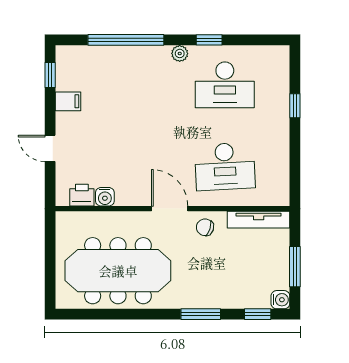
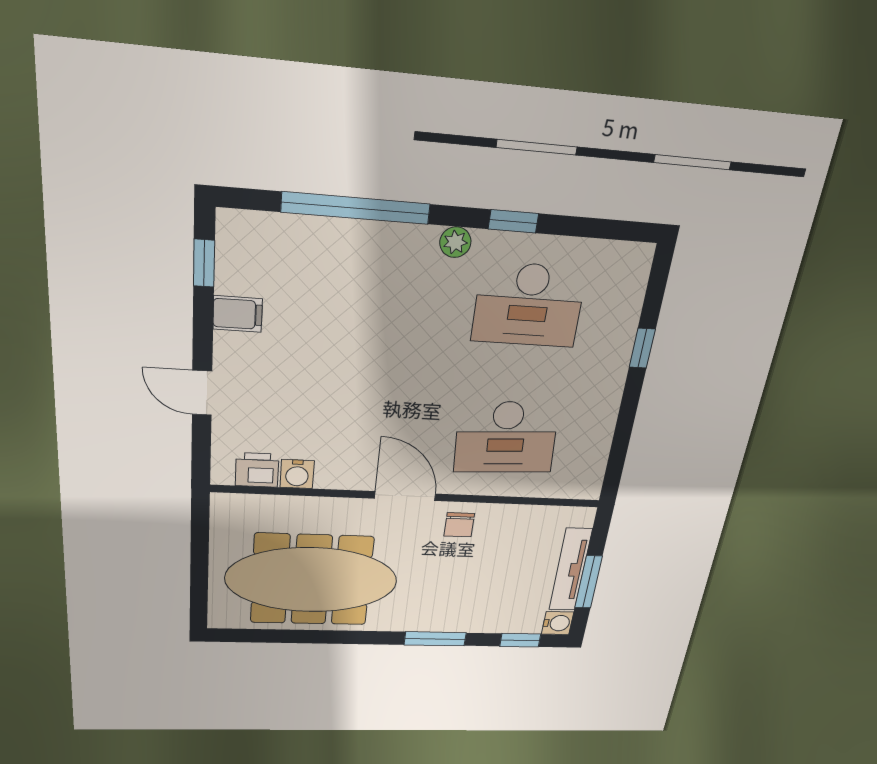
tv unit: (259, 220) -> (570, 570), moved, turned 90
chair: (205, 227) -> (459, 525), turned -108

